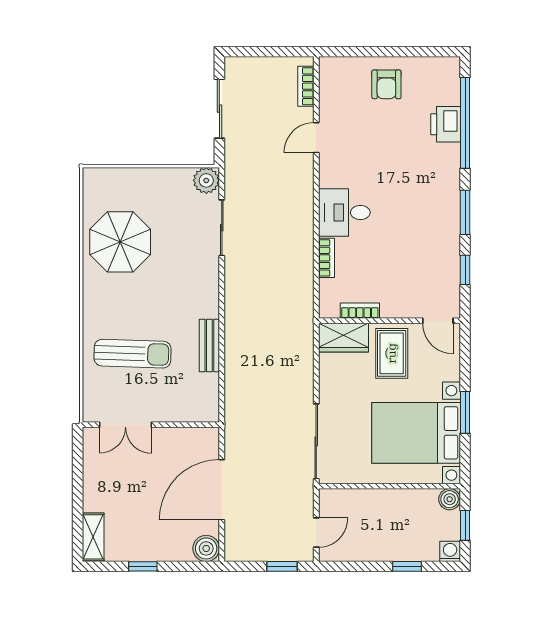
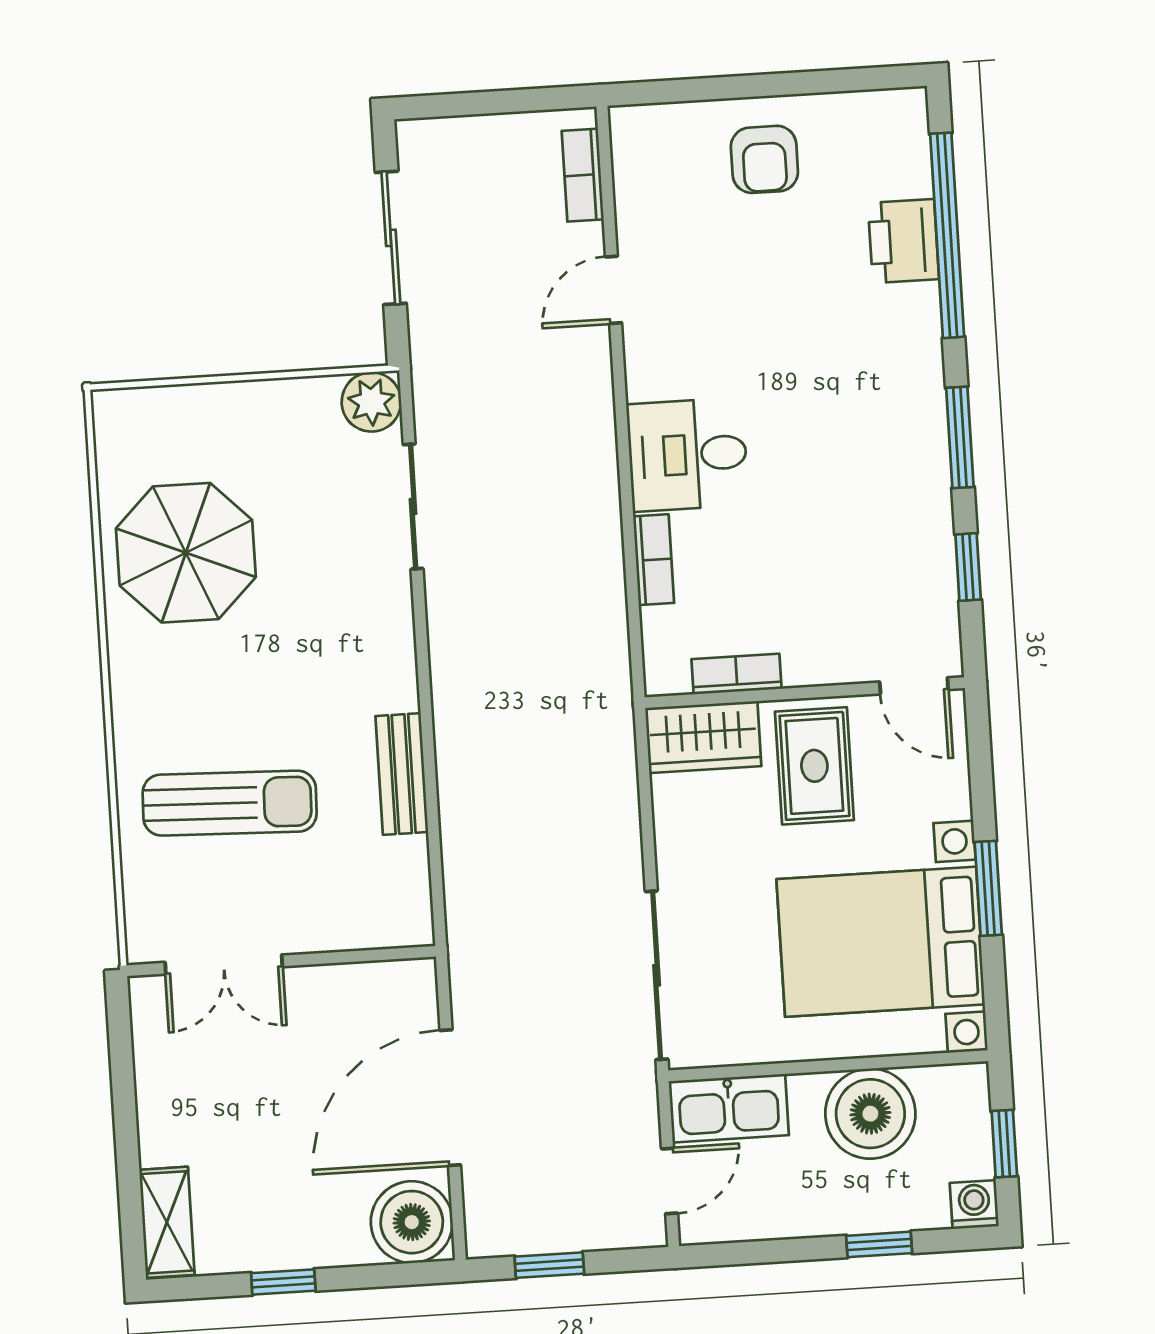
boiler: (450, 499) -> (870, 1114), moved, width x1.86, depth x1.86
kitchen sink: (344, 502) -> (729, 1108), added
boiler: (206, 548) -> (412, 1222), width x1.37, depth x1.37
window: (282, 566) -> (549, 1265), moved

